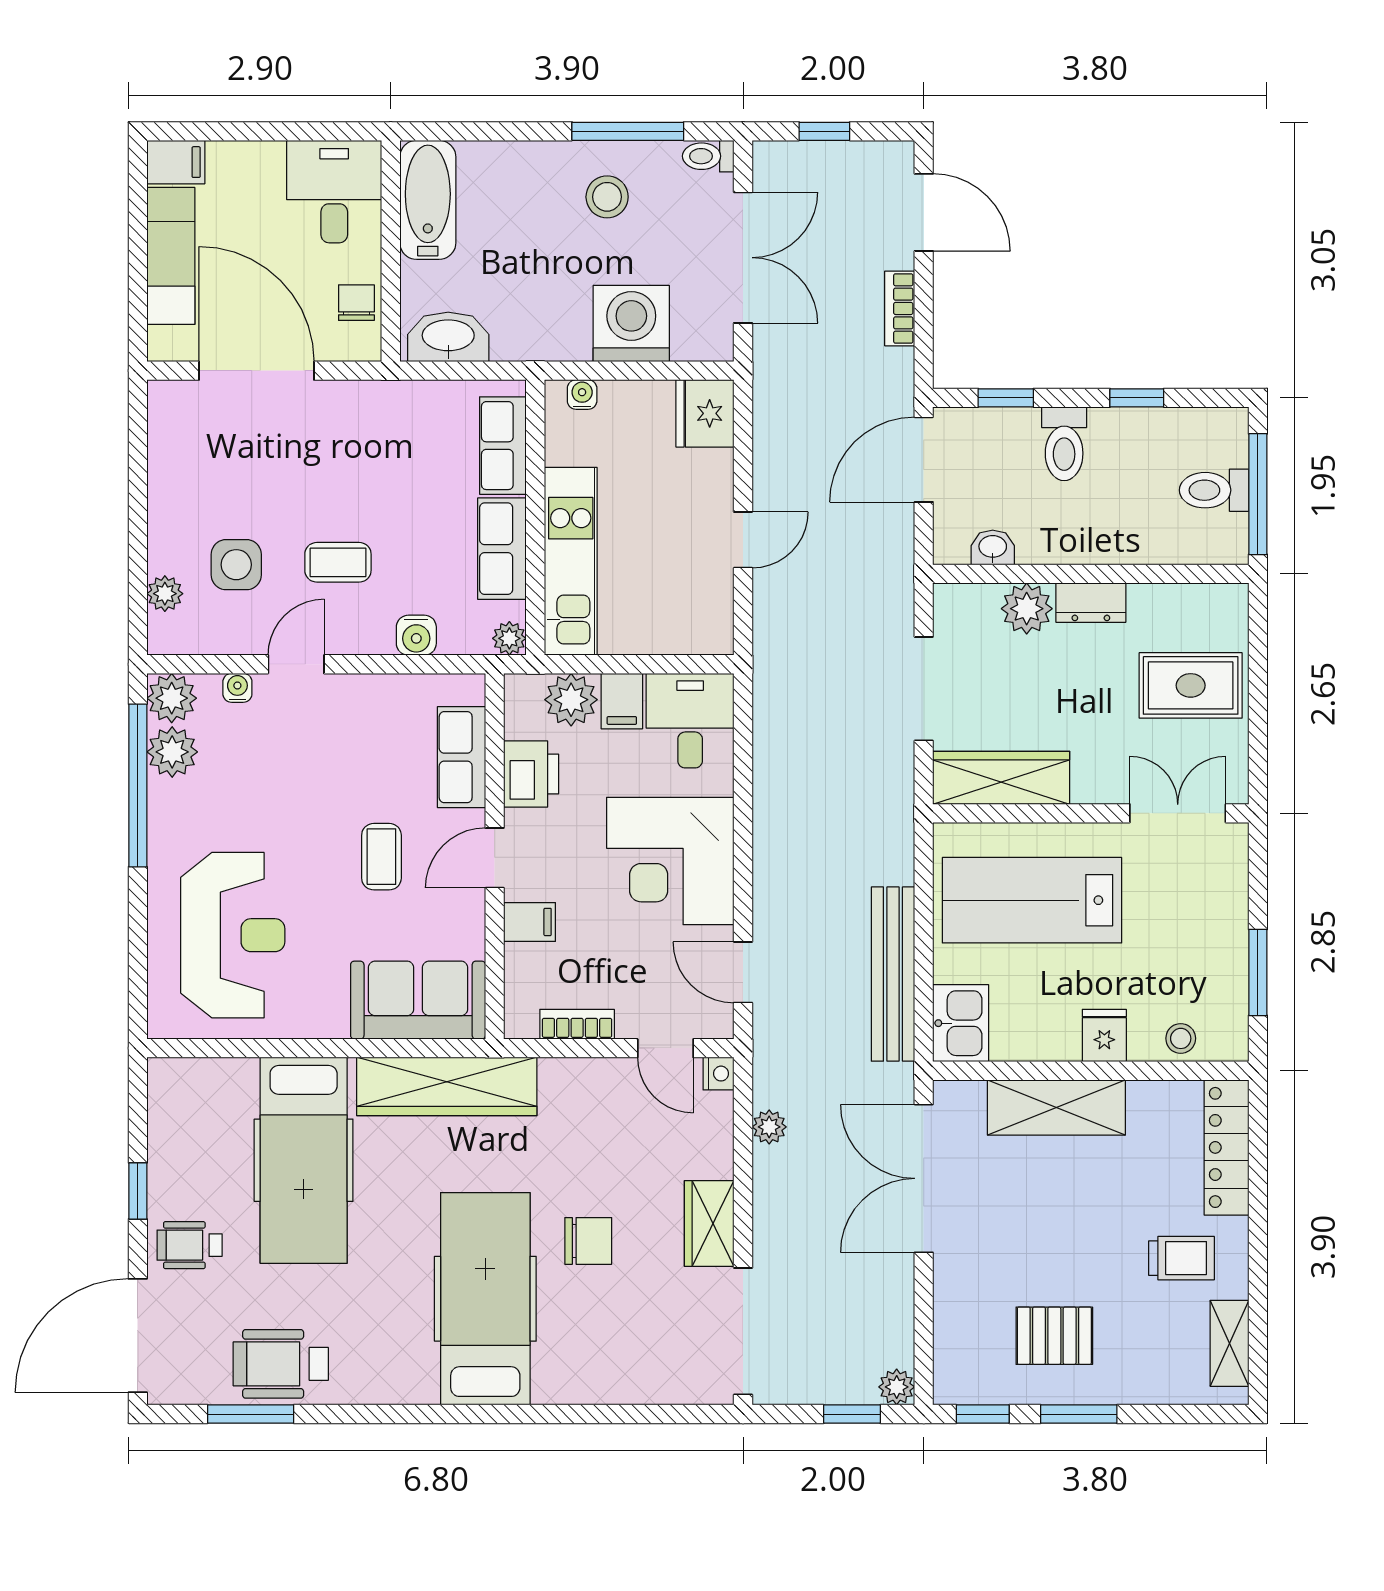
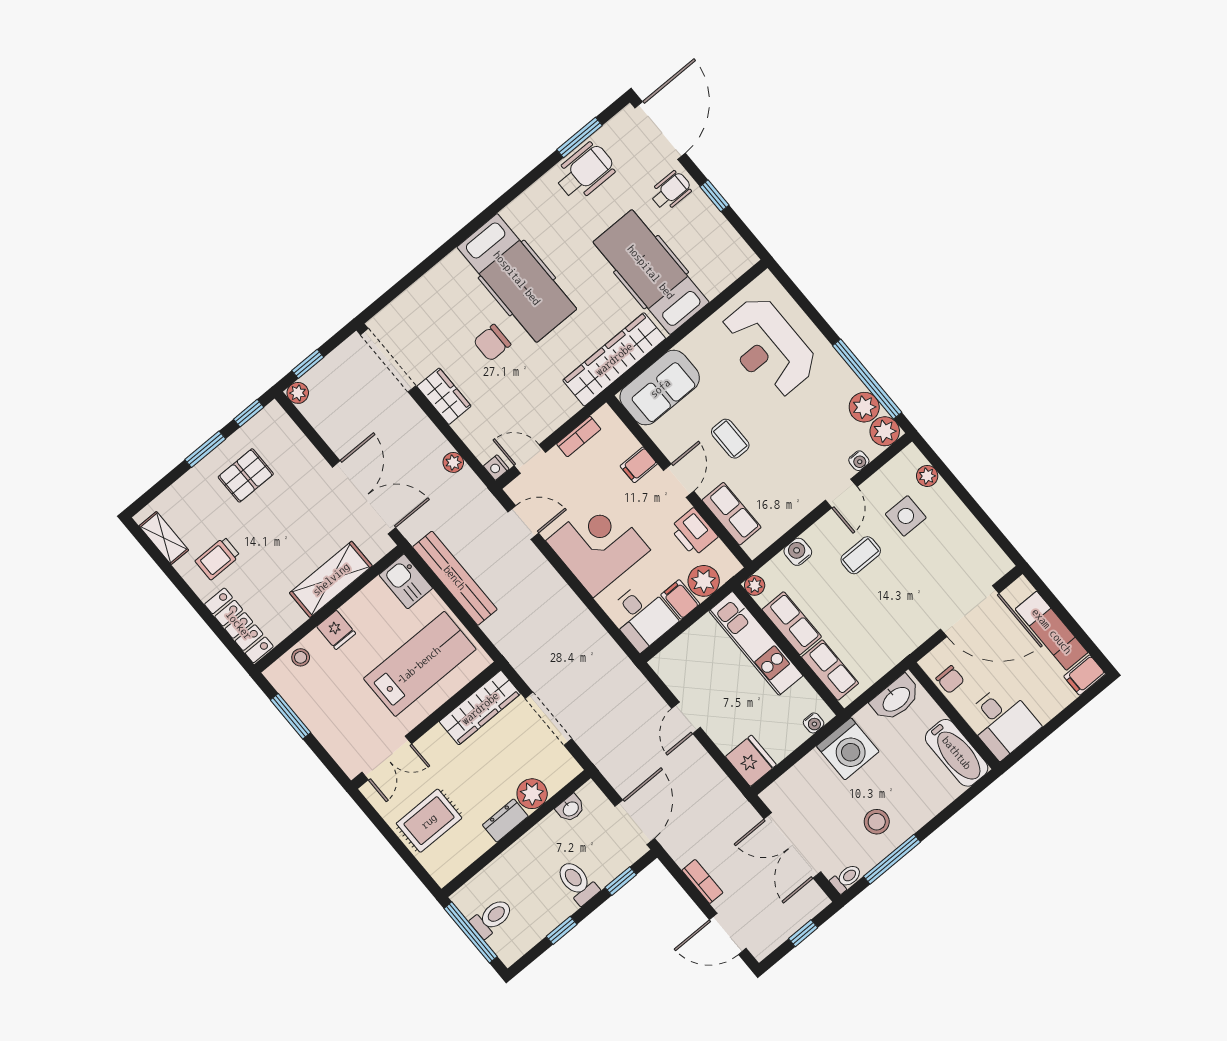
washing machine: (631, 324) -> (848, 749), moved

